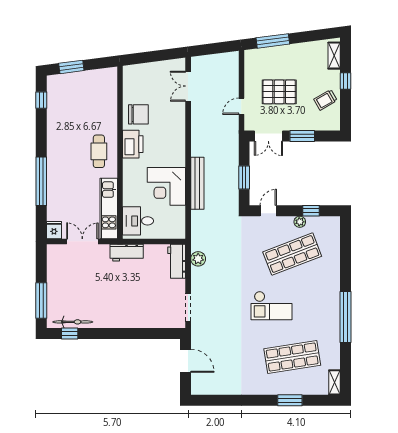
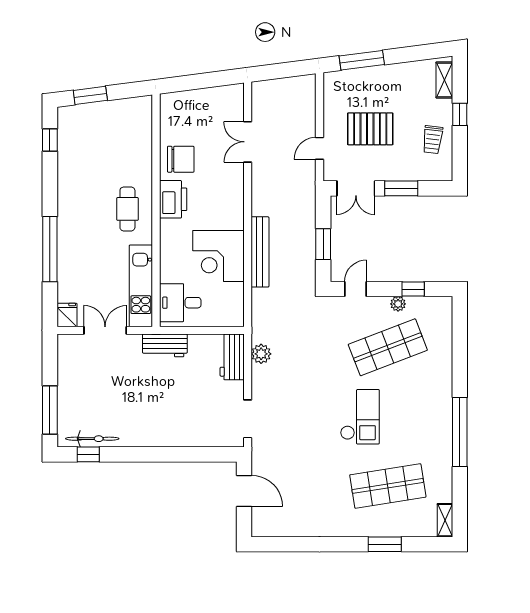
double door: (188, 86) -> (248, 142), moved
trolley: (325, 100) -> (433, 140), turned -53
checkout: (271, 306) -> (360, 417), turned -90

